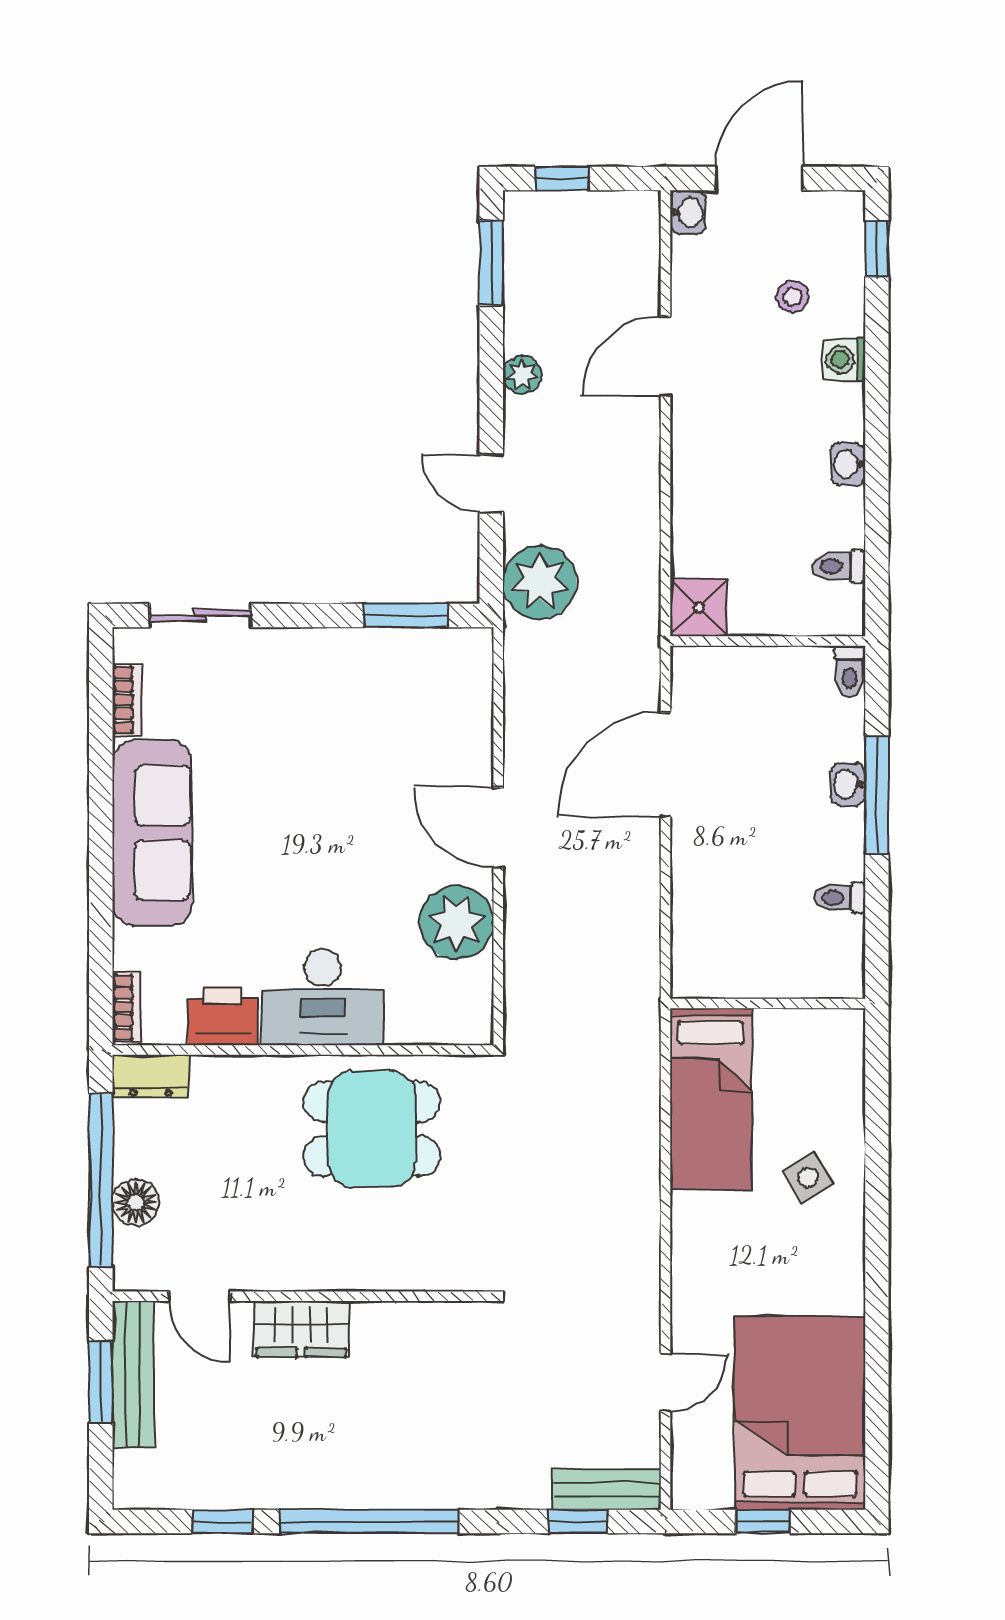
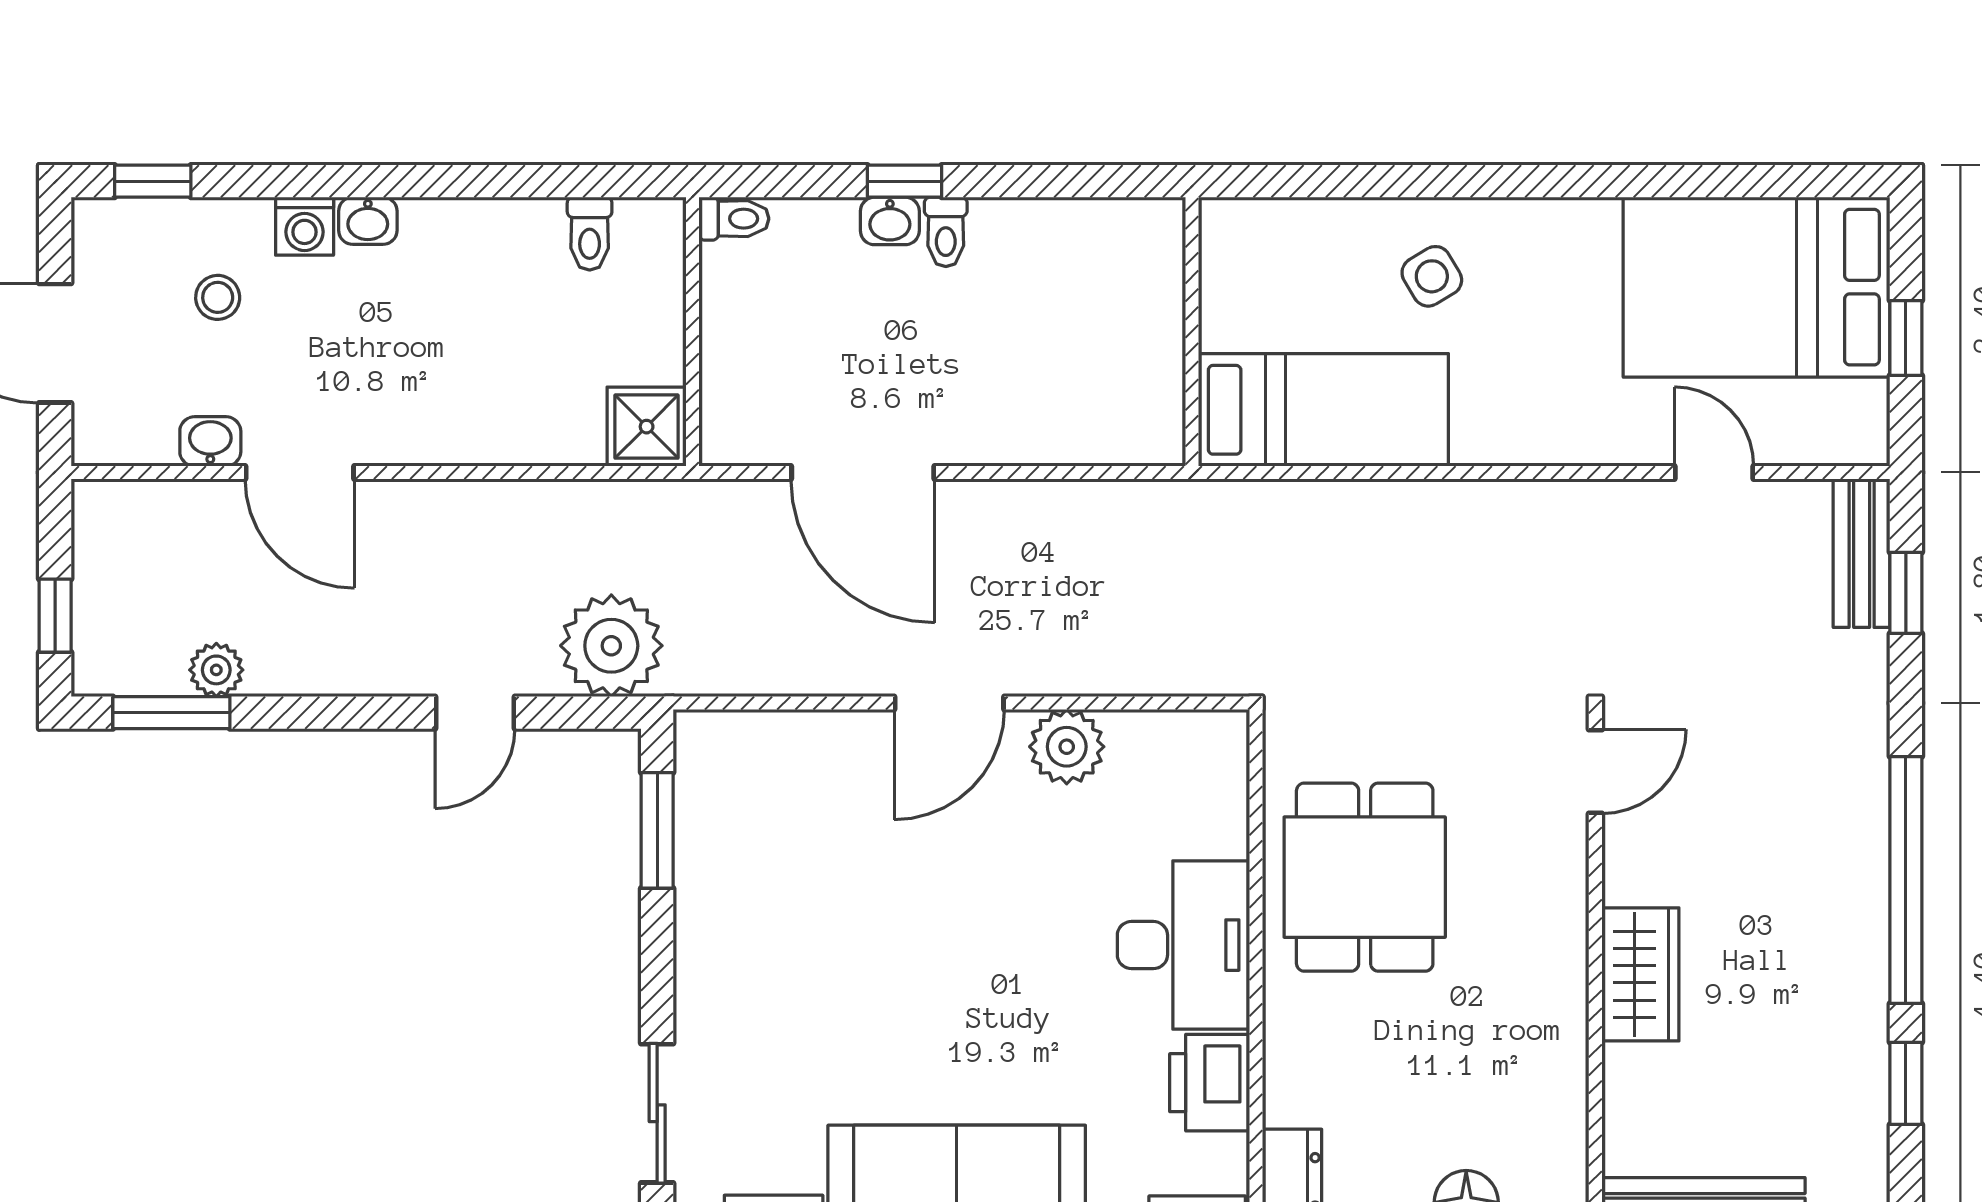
washbasin: (688, 212) -> (210, 441), moved
plant: (522, 375) -> (216, 670), moved
washbasin: (848, 464) -> (368, 221), moved
window: (877, 795) -> (905, 181), width x0.46
toilet: (840, 898) -> (946, 232), moved
plant: (457, 922) -> (1067, 747), width x0.73, depth x0.73
door: (199, 1296) -> (1595, 771), moved

